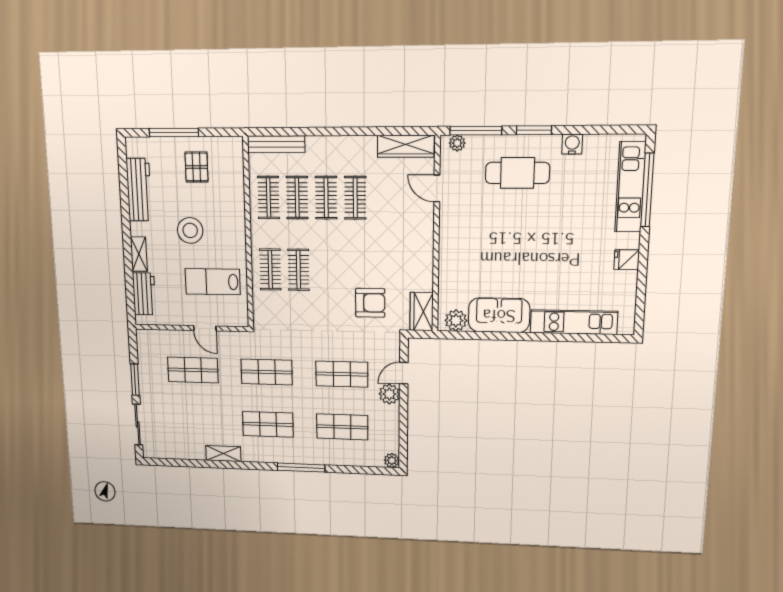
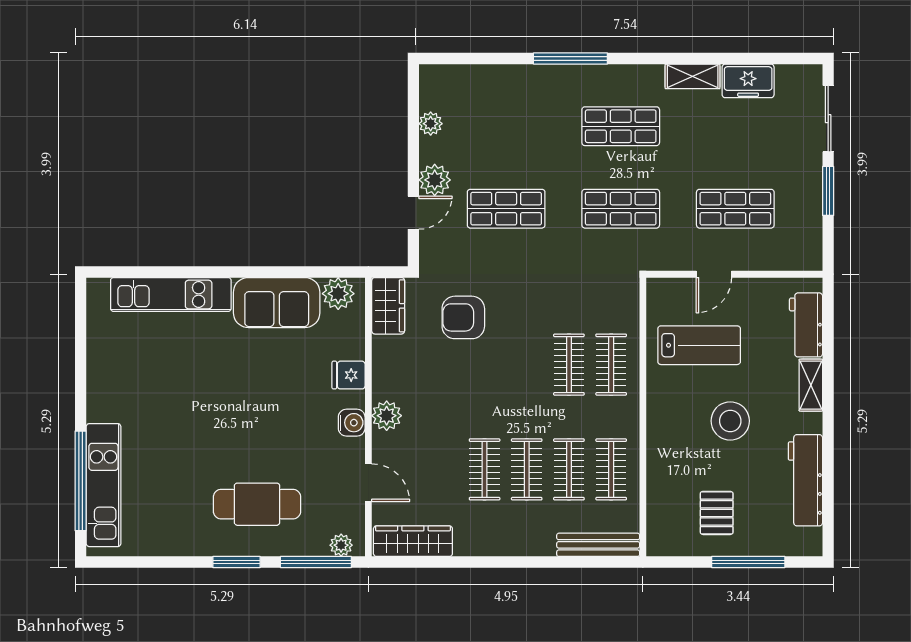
water cooler: (572, 144) -> (352, 423), moved, turned -90
plant: (423, 236) -> (387, 416), added
fridge: (627, 260) -> (349, 375), moved, turned 180
door: (205, 328) -> (714, 274), swing flipped
shop shelf: (342, 427) -> (506, 126), removed
freezer: (188, 449) -> (748, 81), added
plant: (392, 460) -> (431, 124), moved

